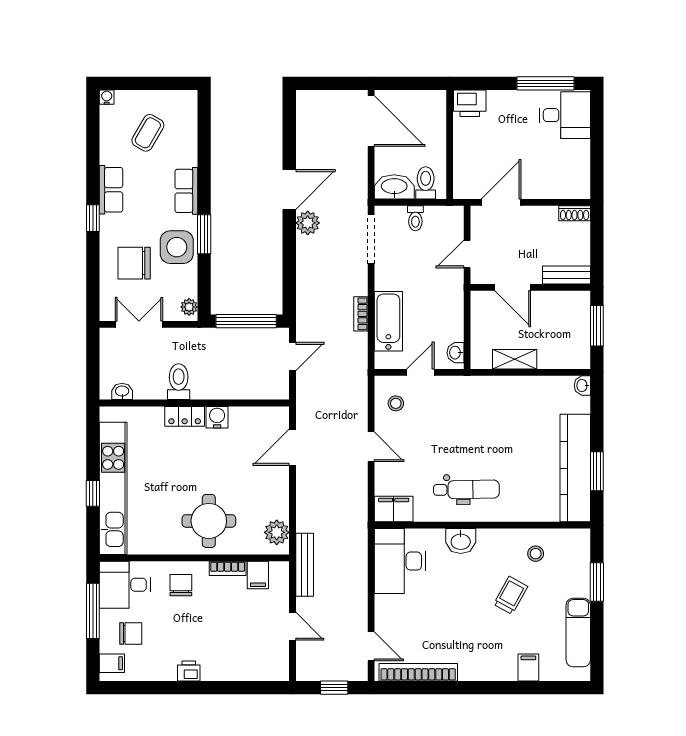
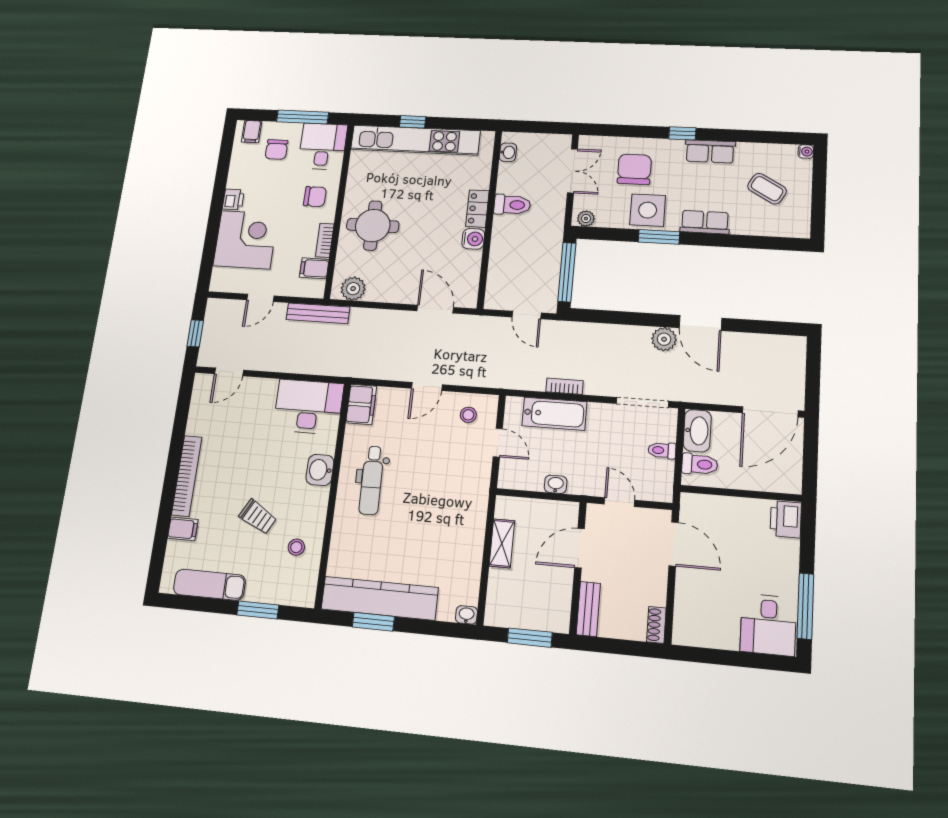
washbasin: (455, 353) -> (556, 484), moved
corner desk: (232, 651) -> (246, 240), added
bookcase: (418, 672) -> (187, 476), moved

